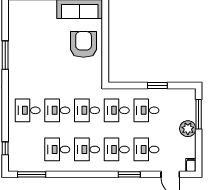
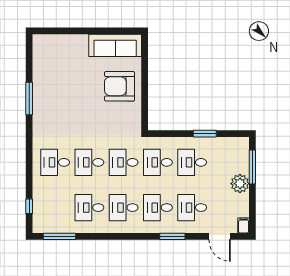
armchair: (84, 44) -> (120, 86), turned -90

